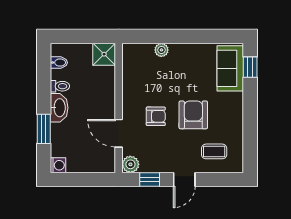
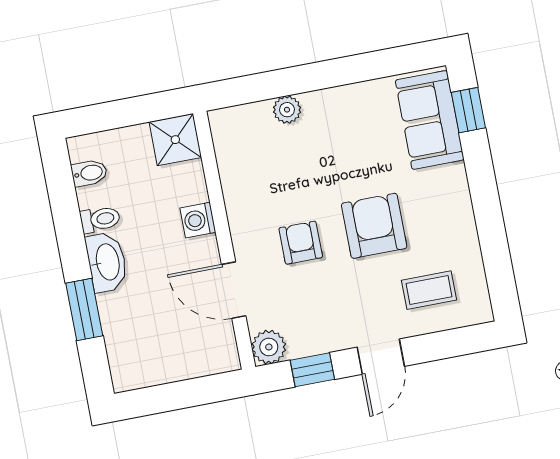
armchair: (156, 116) -> (301, 243), turned -90
washing machine: (58, 165) -> (198, 220), moved, turned 180

